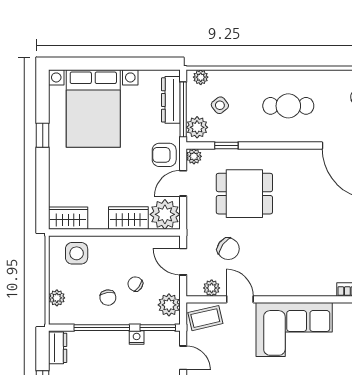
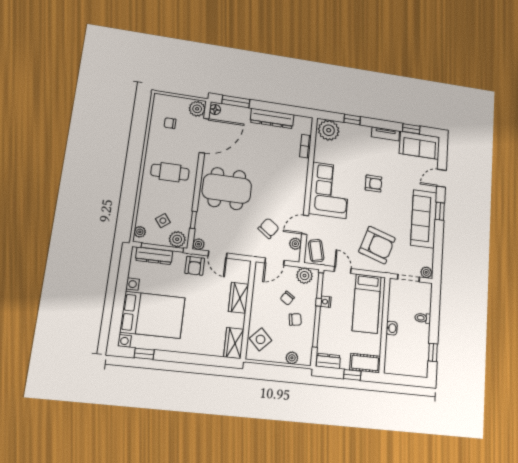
cafe table: (288, 106) -> (170, 172), turned 90
window: (43, 135) -> (144, 354), moved
dining table: (244, 194) -> (227, 189), moved, width x1.38
plant: (165, 214) -> (239, 271), removed
side table: (77, 253) -> (261, 339), turned 45
door: (183, 358) -> (343, 270), hinge flipped

